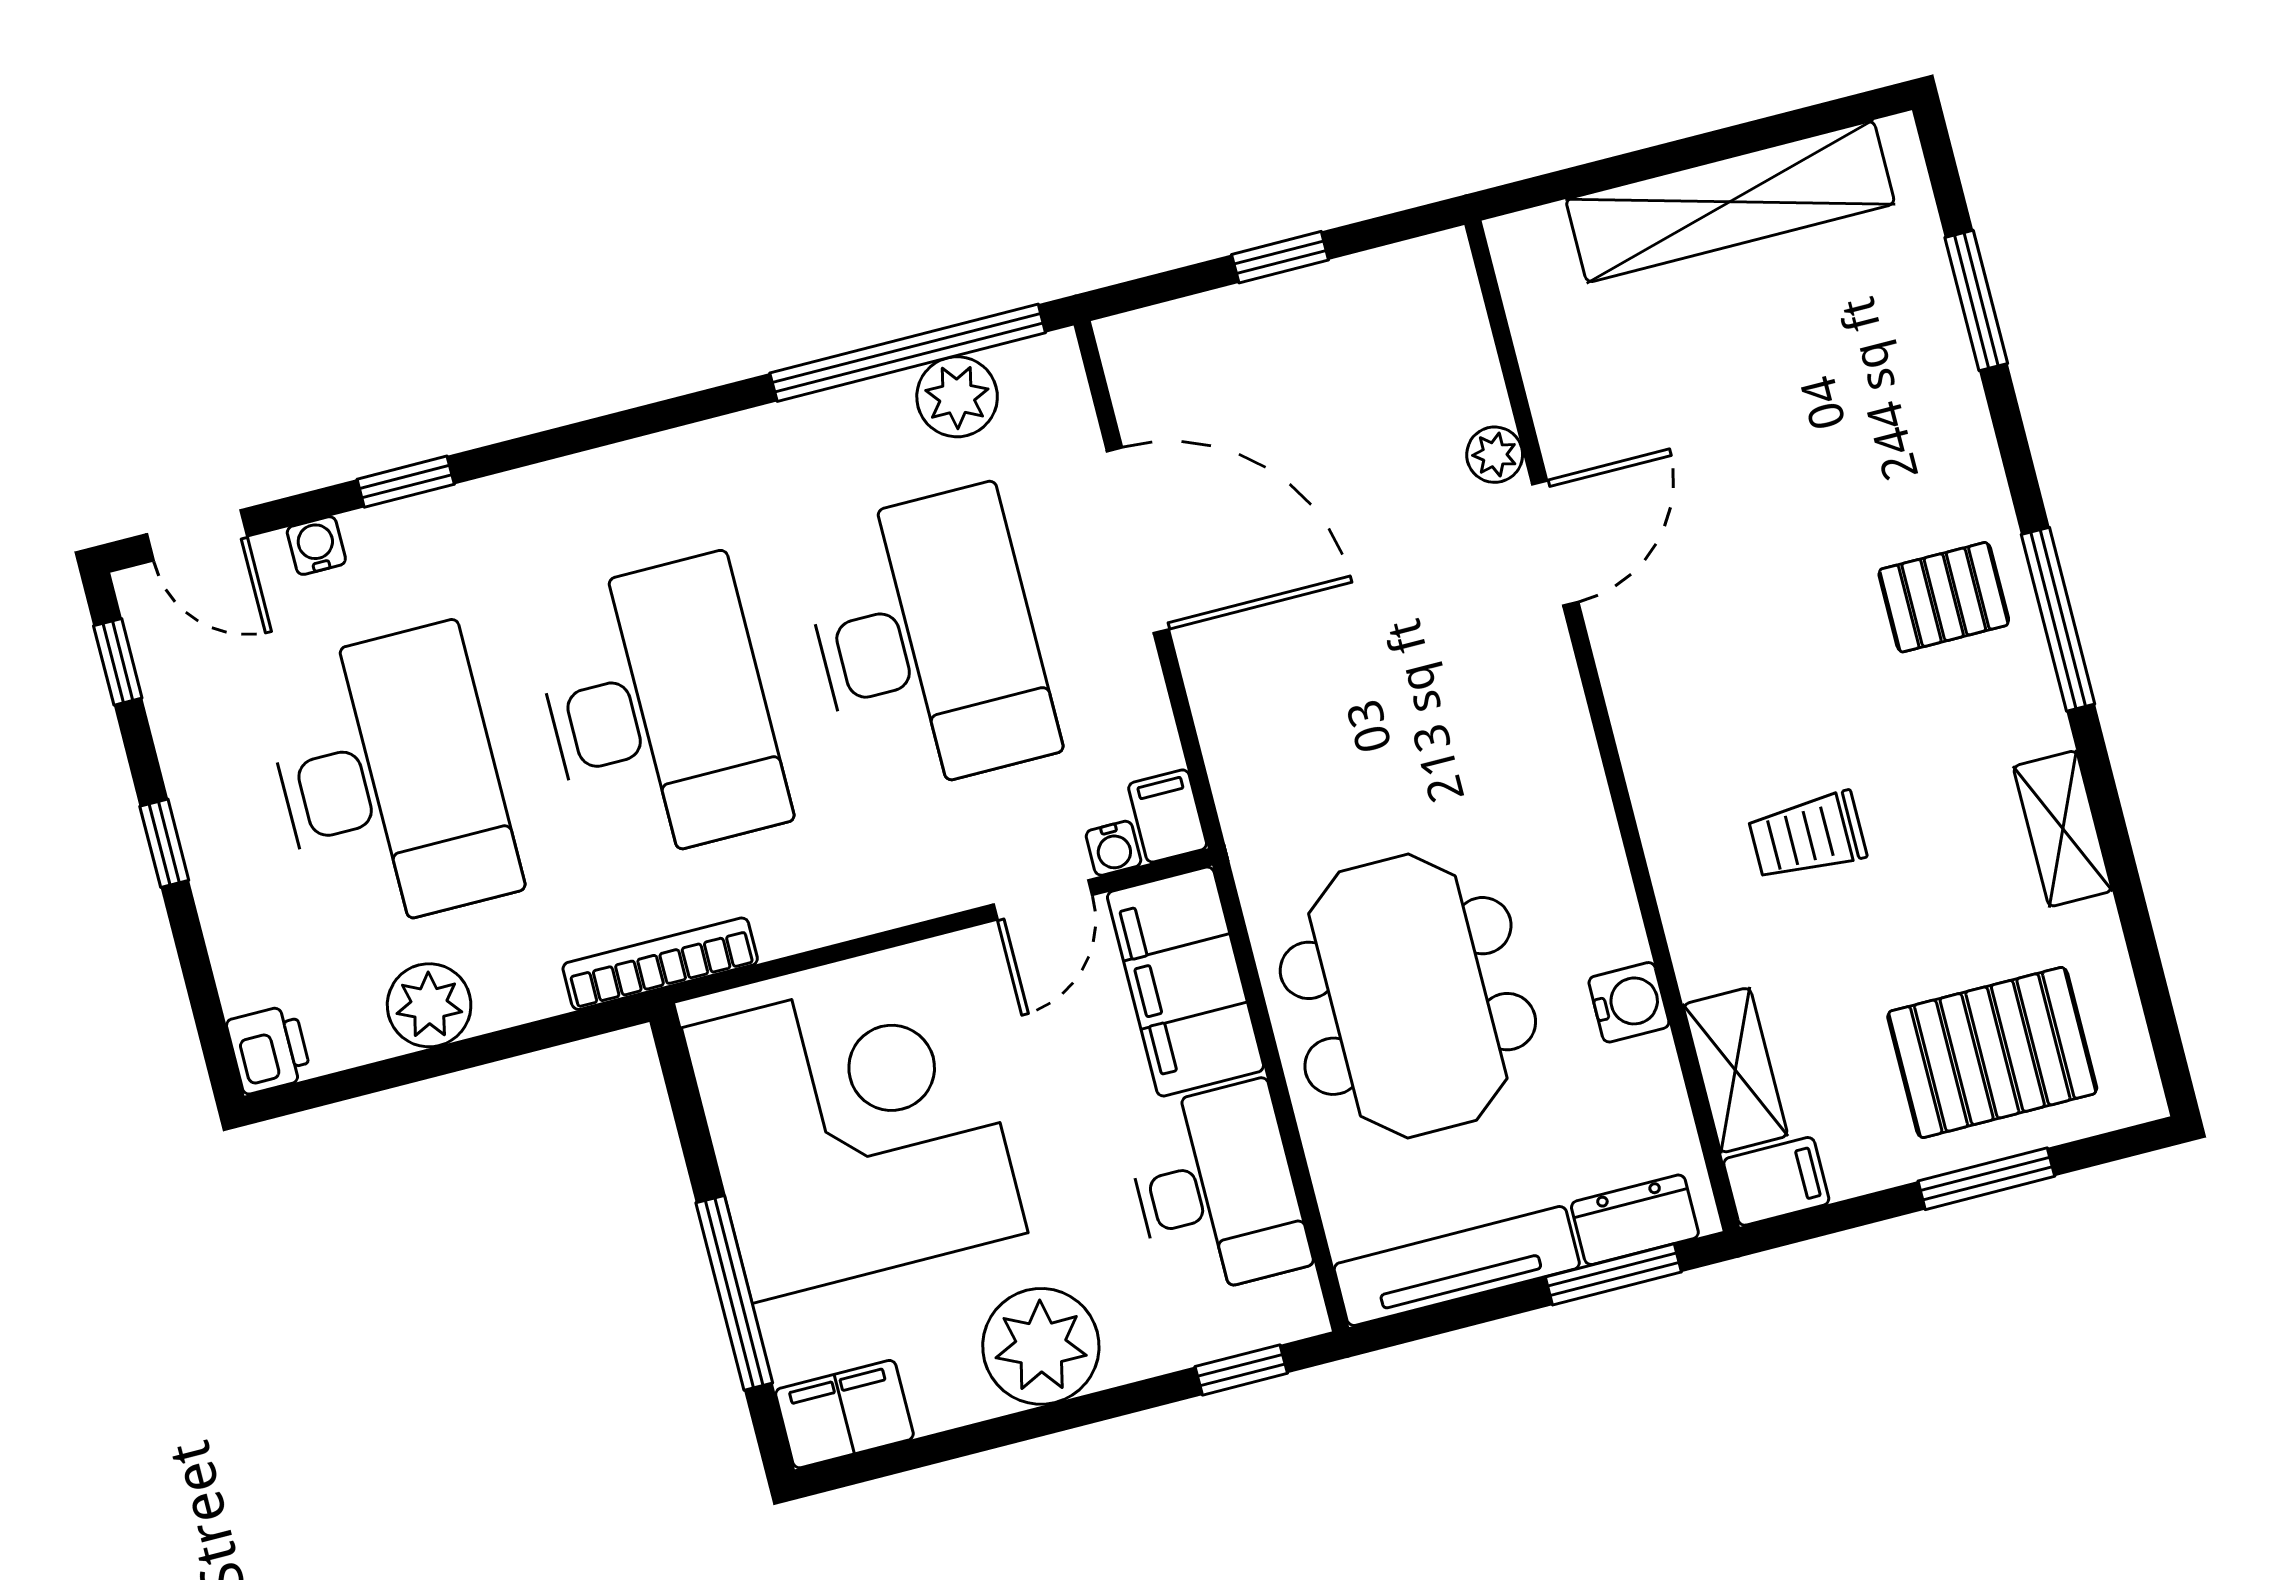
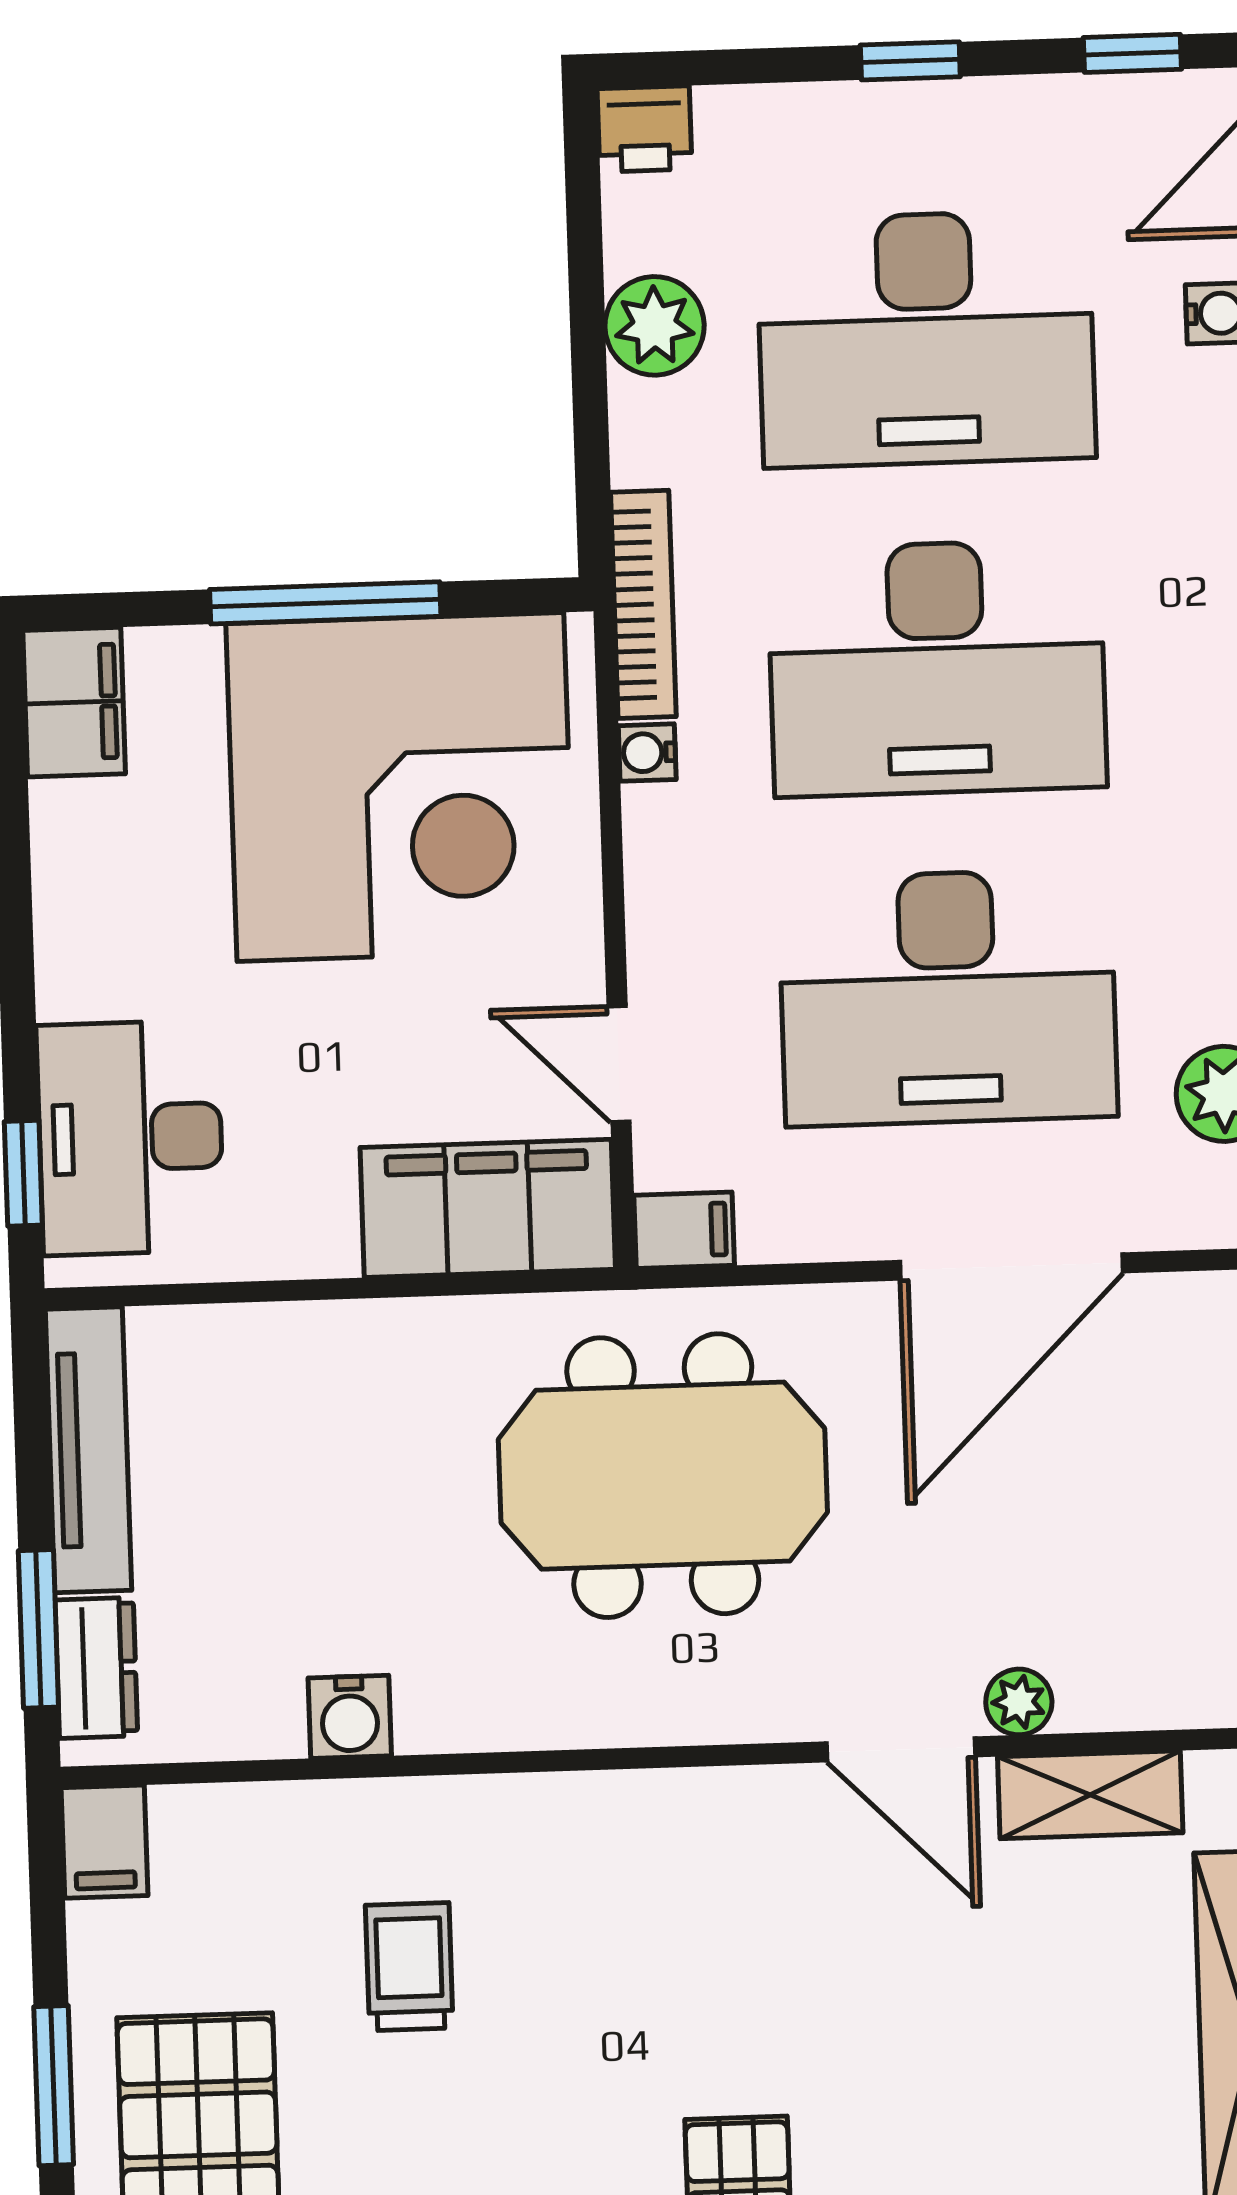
trolley: (1807, 836) -> (409, 1967), moved
water cooler: (1113, 848) -> (647, 753), moved
meeting table: (1408, 996) -> (663, 1476), moved
shelving: (1735, 1070) -> (1090, 1795), moved
desk: (1217, 1189) -> (130, 1138), moved, turned 90
window: (734, 1293) -> (325, 603), moved
plant: (1041, 1346) -> (102, 947), removed

